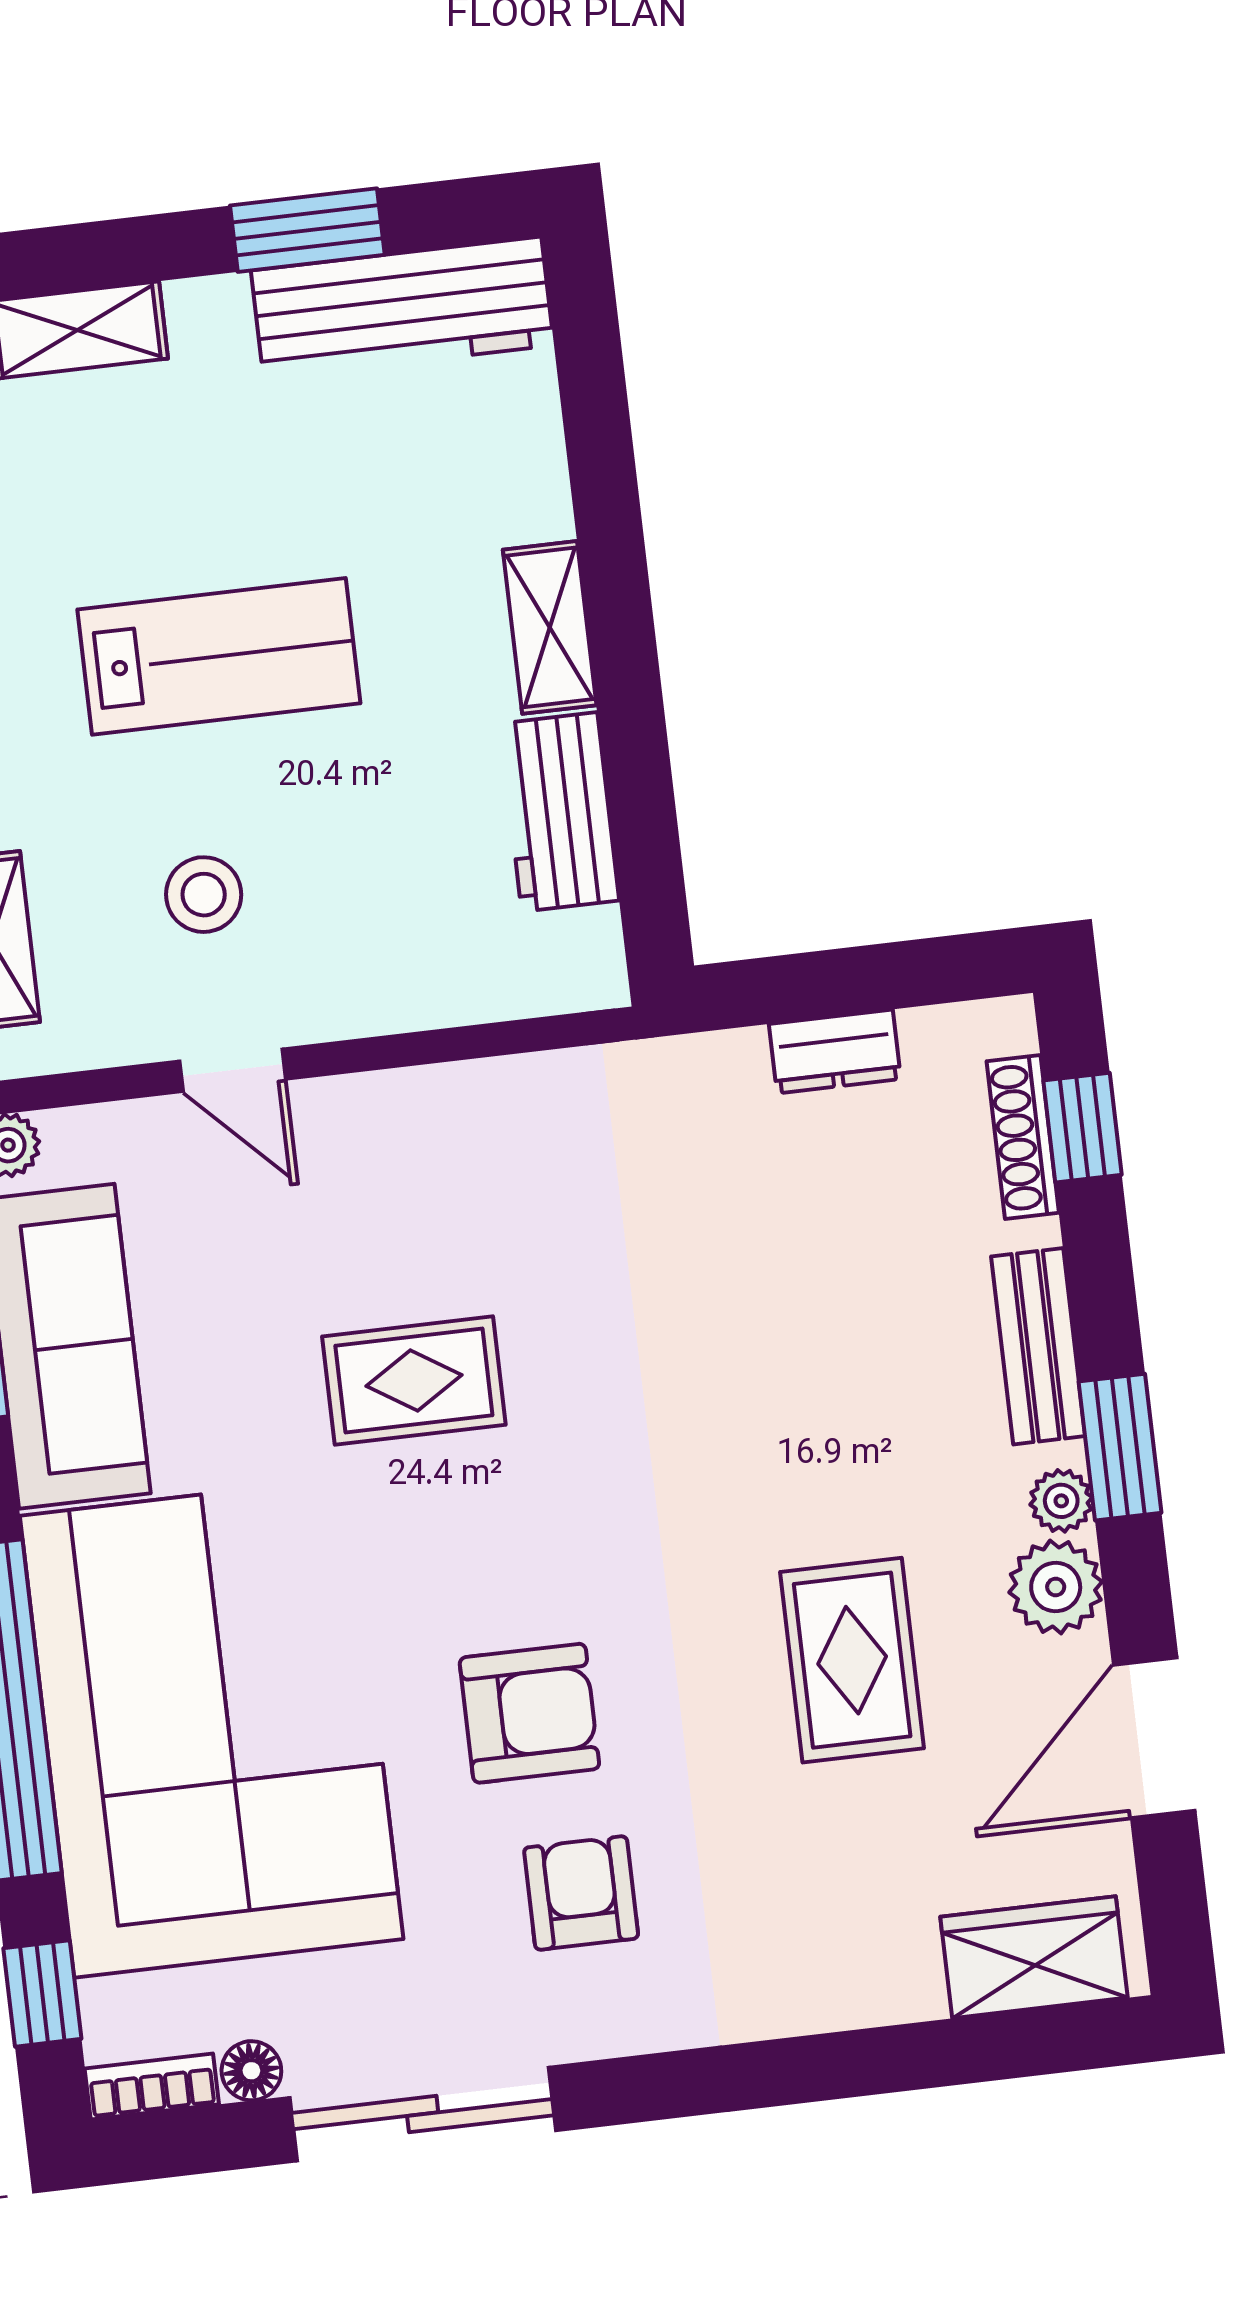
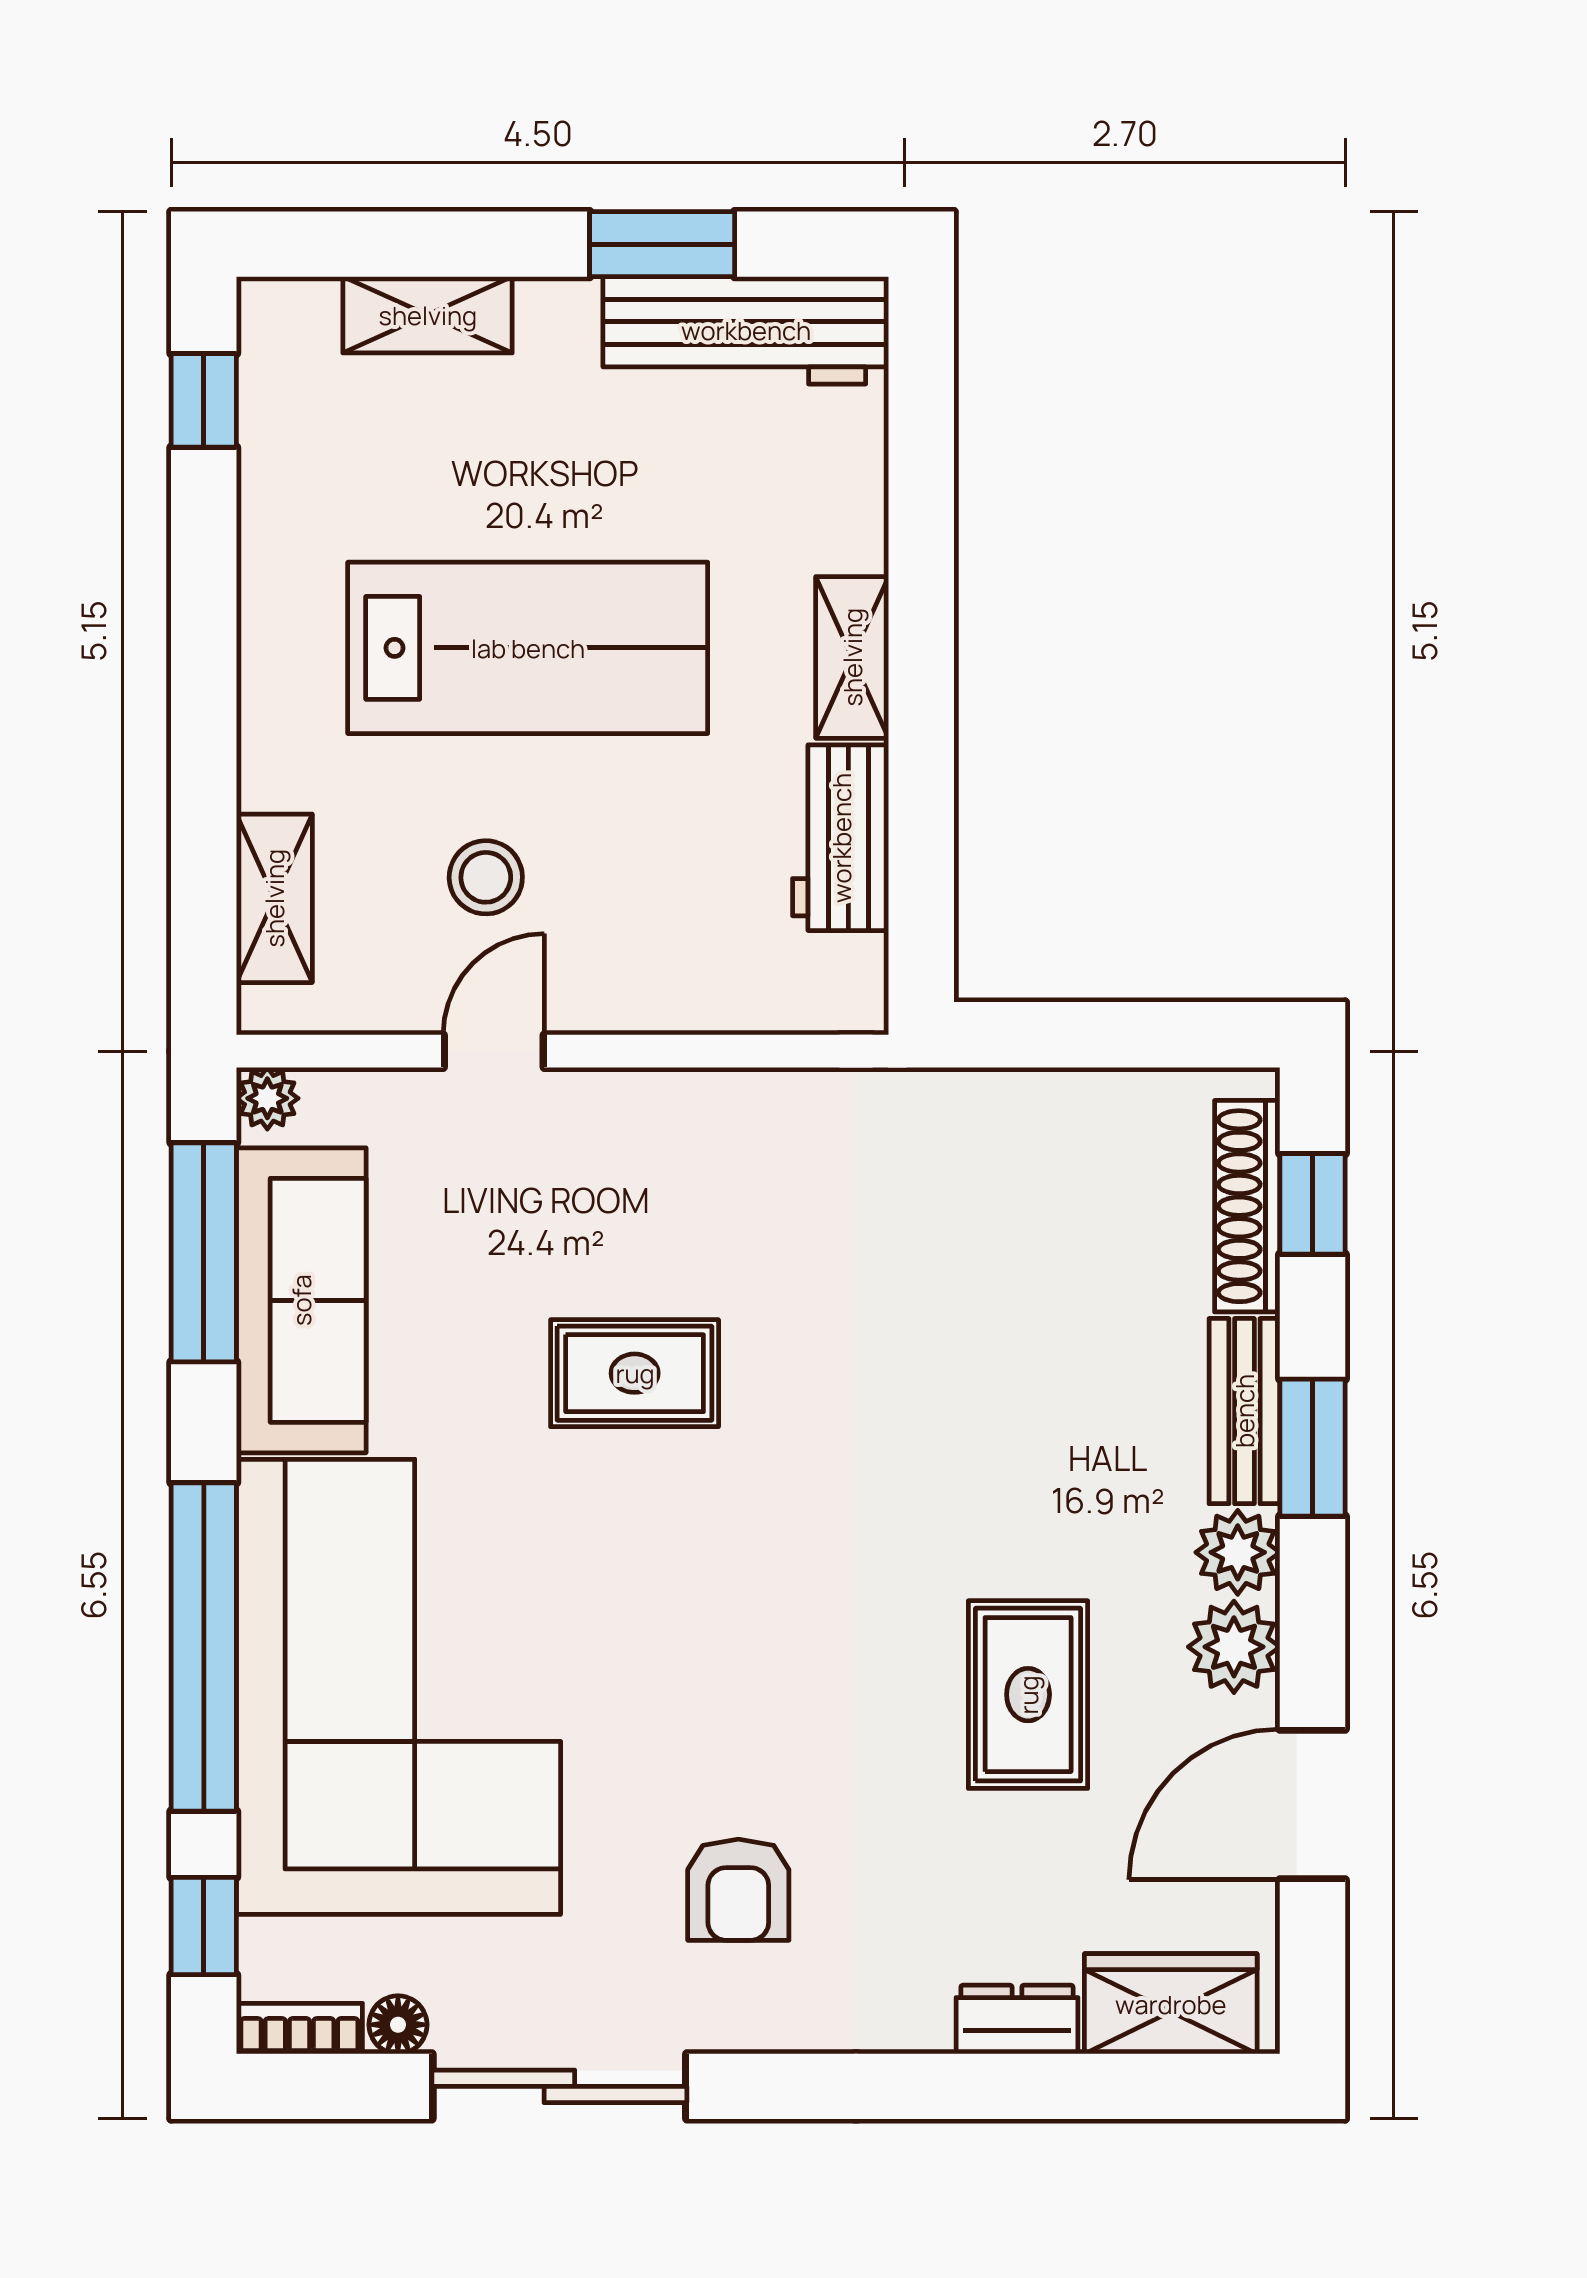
lab bench: (219, 656) -> (528, 648), width x1.36, depth x1.39
dresser: (835, 1052) -> (1017, 2019), moved, turned 180
door: (233, 1070) -> (494, 1051), swing flipped
shoe rack: (1023, 1137) -> (1247, 1206), width x1.36, depth x1.24
window: (1120, 1447) -> (1312, 1448), moved
plant: (1061, 1501) -> (1238, 1552), width x1.38, depth x1.38
armchair: (529, 1713) -> (709, 1709), removed
armchair: (581, 1893) -> (738, 1890), turned 180

